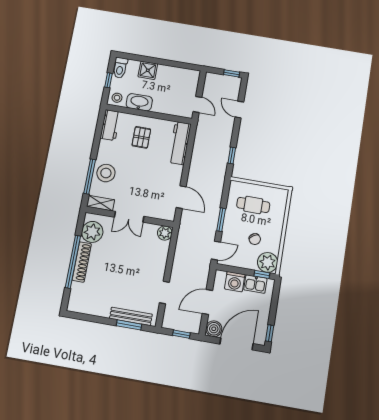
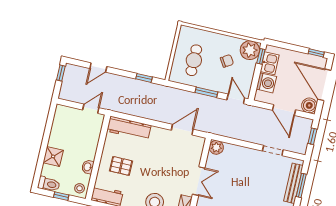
washbasin: (139, 102) -> (88, 167), width x0.52, depth x0.69

